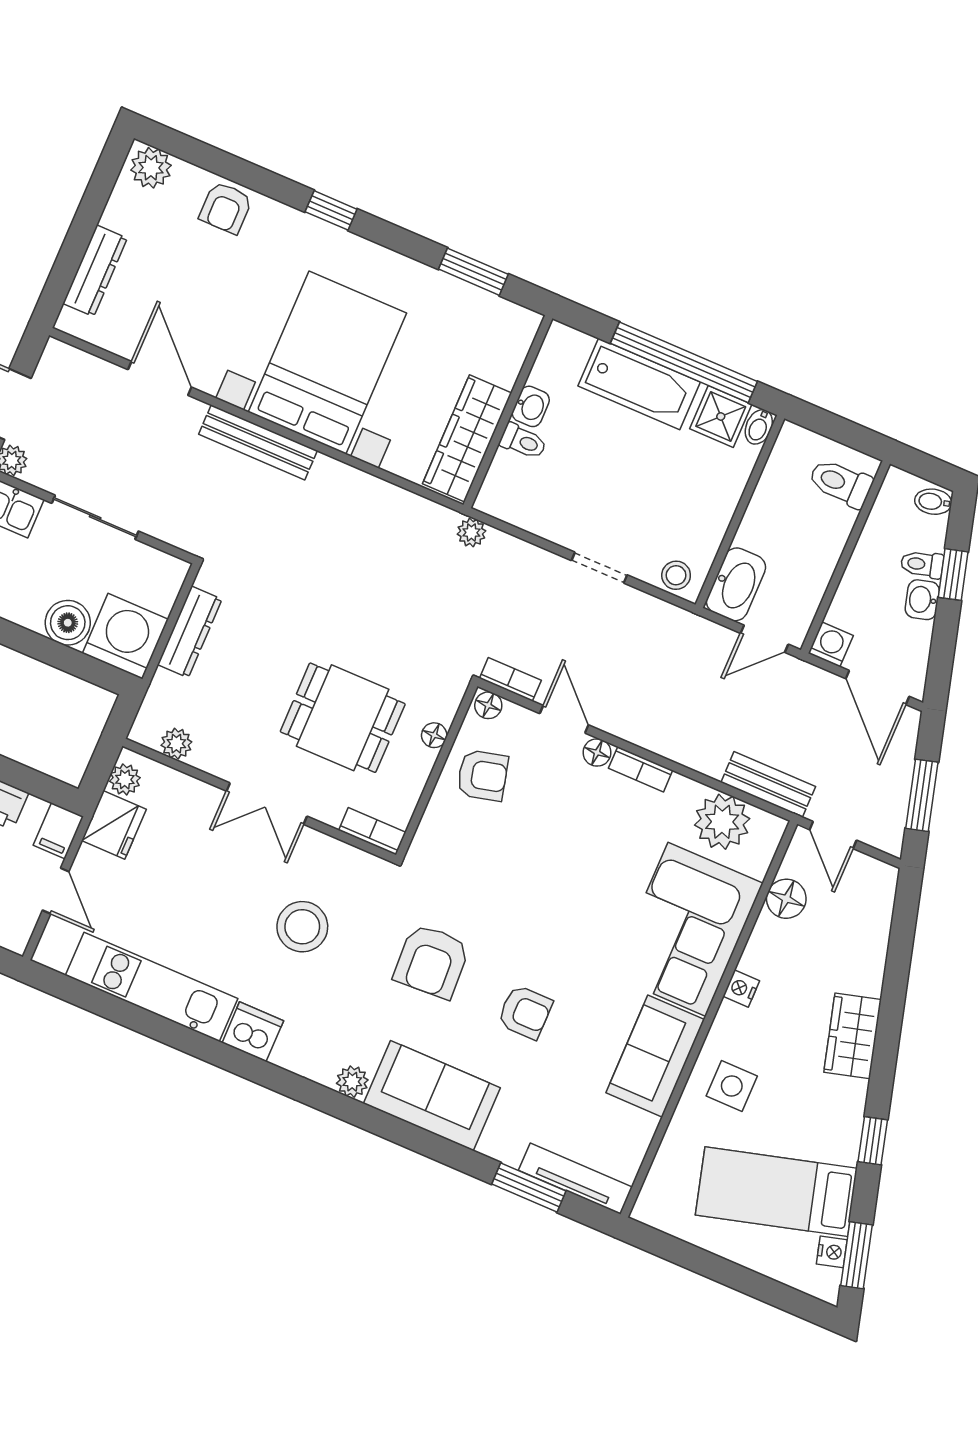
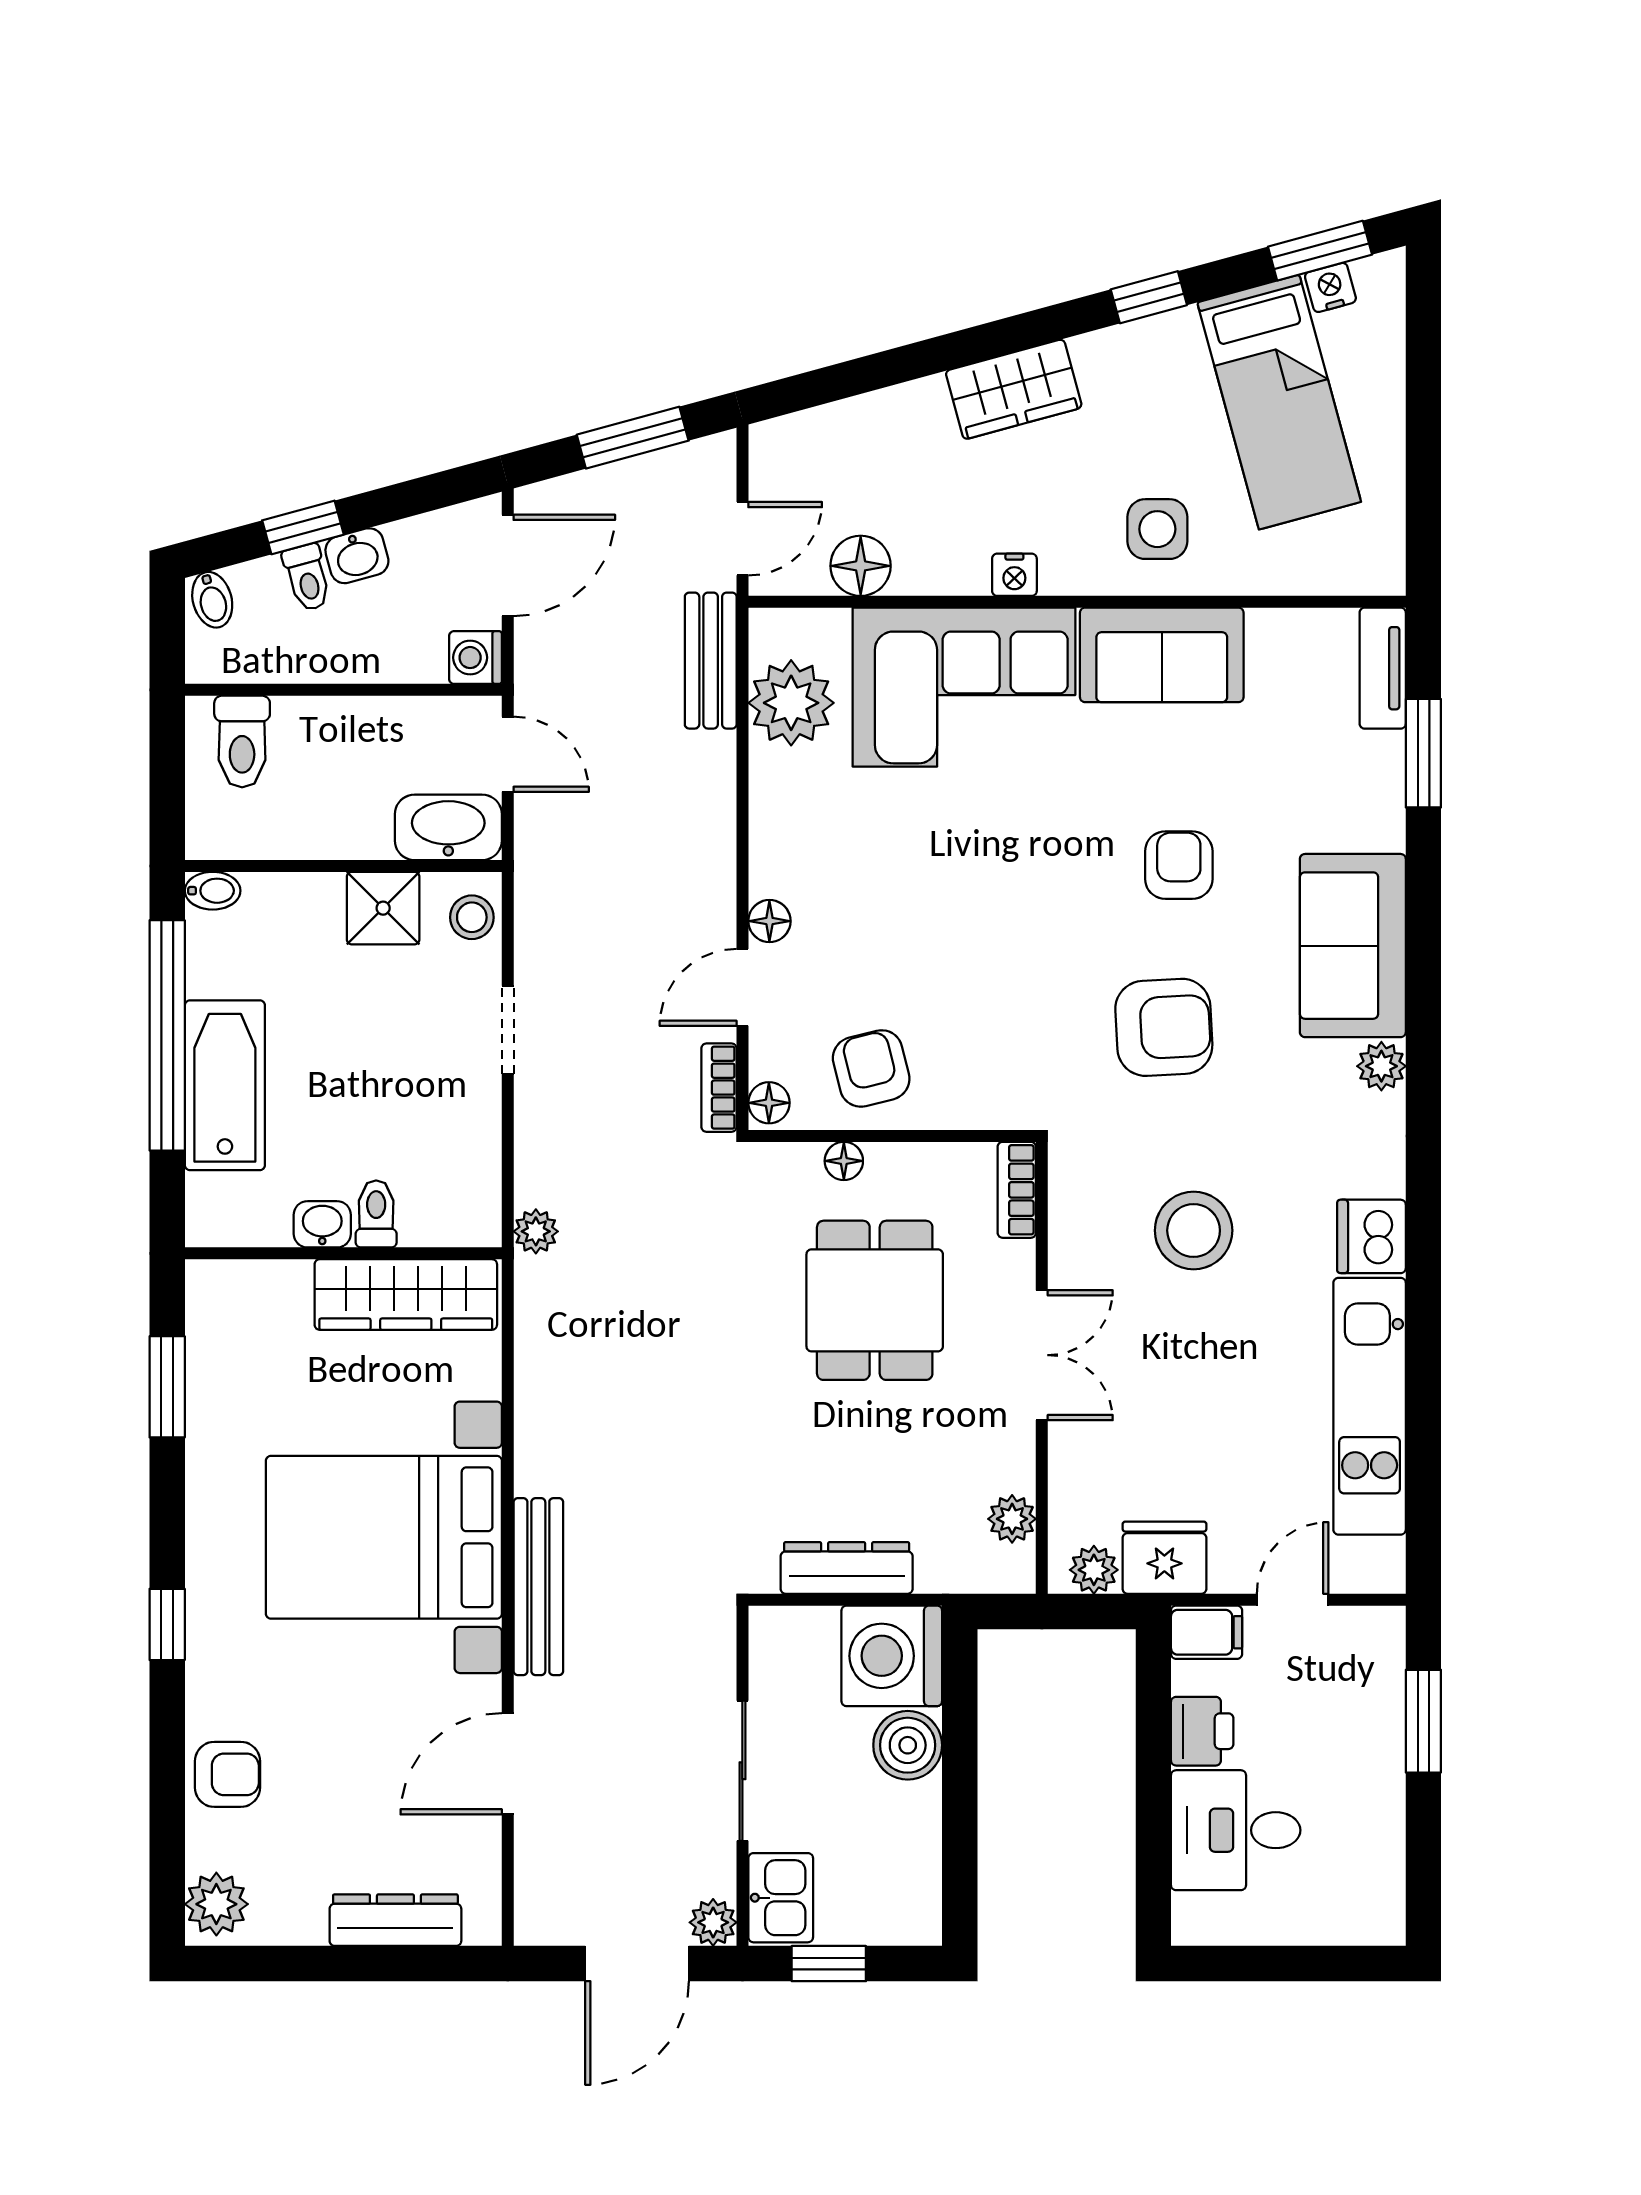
shower: (721, 416) -> (383, 908), moved
bookcase: (641, 769) -> (767, 849), removed
tv unit: (575, 1179) -> (1383, 668), width x0.71

